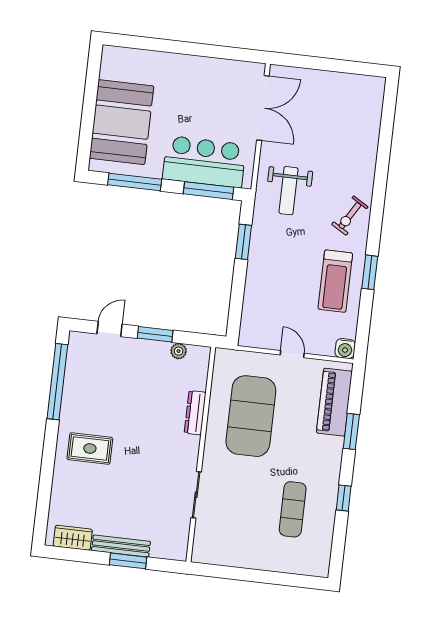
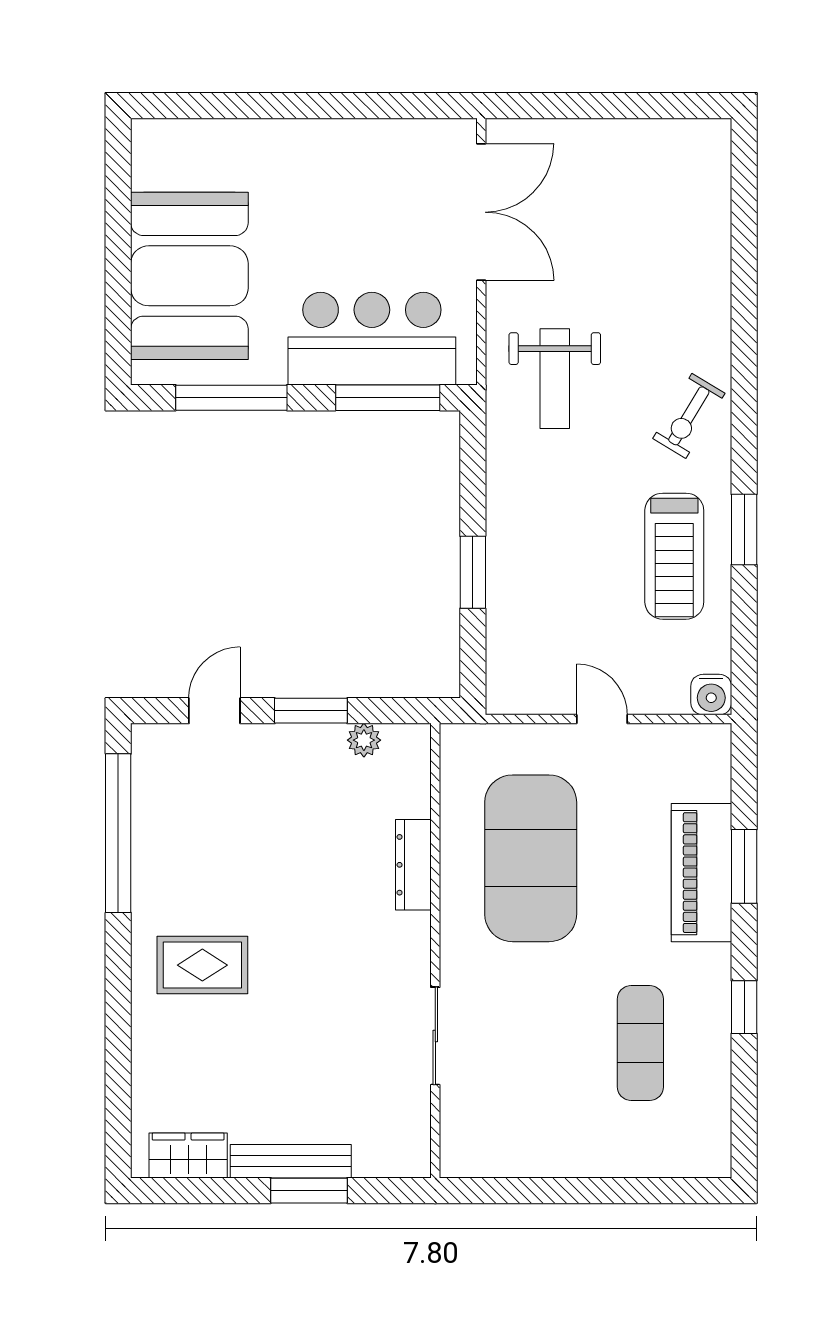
window: (243, 242) -> (473, 572), moved
piano: (334, 402) -> (702, 873), moved

